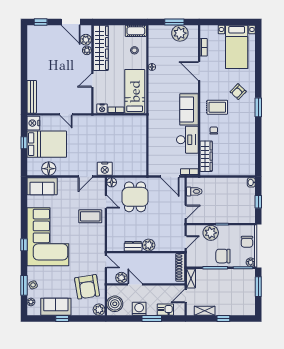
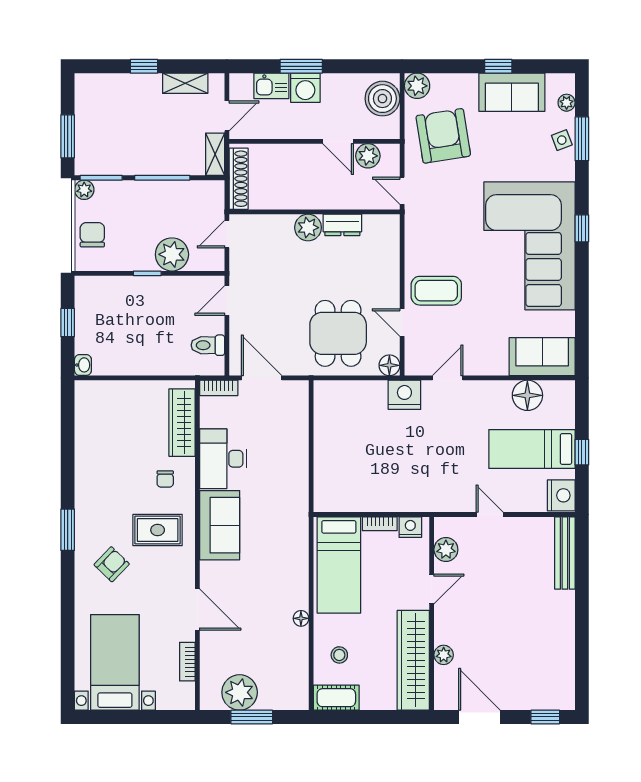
plant: (86, 40) -> (446, 550), moved
bed: (47, 144) -> (532, 449), width x0.67
chair: (223, 256) -> (145, 203), removed
washing machine: (139, 309) -> (305, 88), moved

